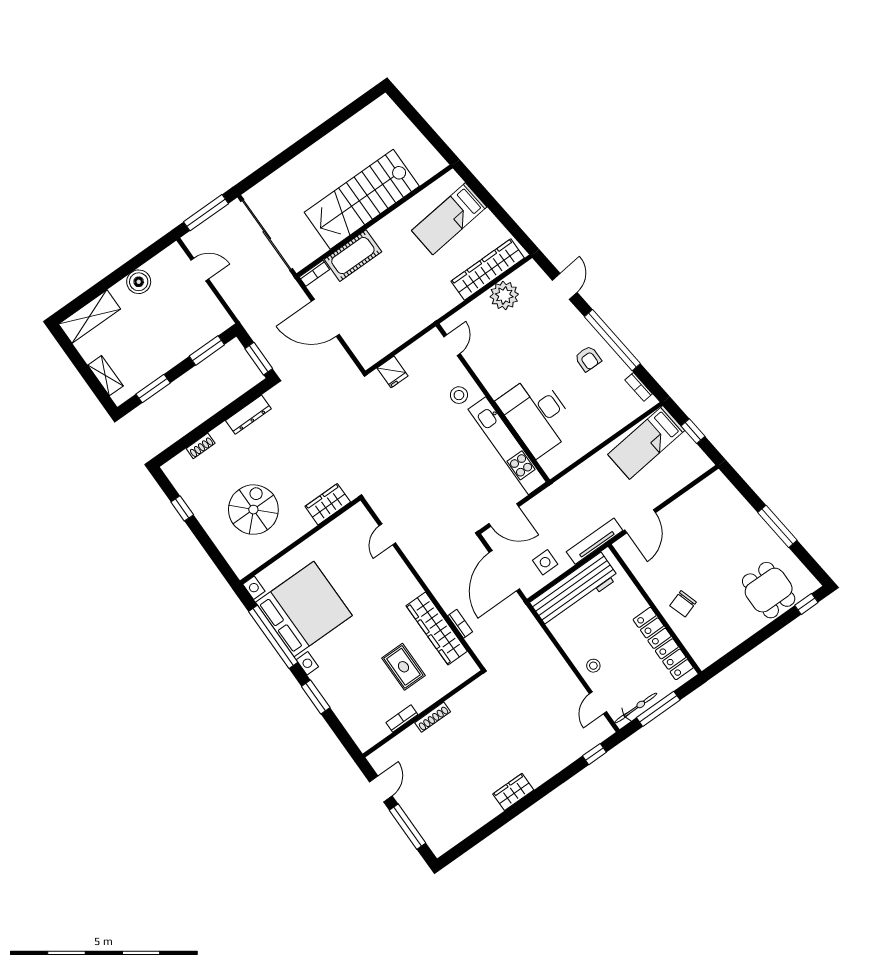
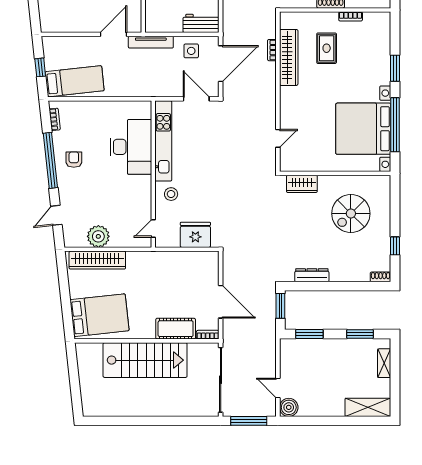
bed: (449, 219) -> (100, 315), width x1.50
boiler: (139, 282) -> (289, 407), moved
fridge: (393, 372) -> (195, 235), width x1.88, depth x1.34
shoe rack: (201, 446) -> (381, 277), moved
workbench: (574, 590) -> (201, 23), width x0.53, depth x0.76

